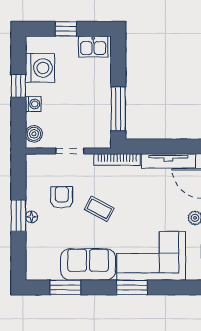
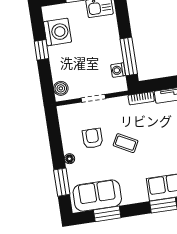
washing machine: (33, 104) -> (118, 70), moved, turned 180
bookcase: (117, 160) -> (141, 98), width x0.64
window: (18, 216) -> (62, 182), moved
sofa: (88, 264) -> (97, 196), moved

